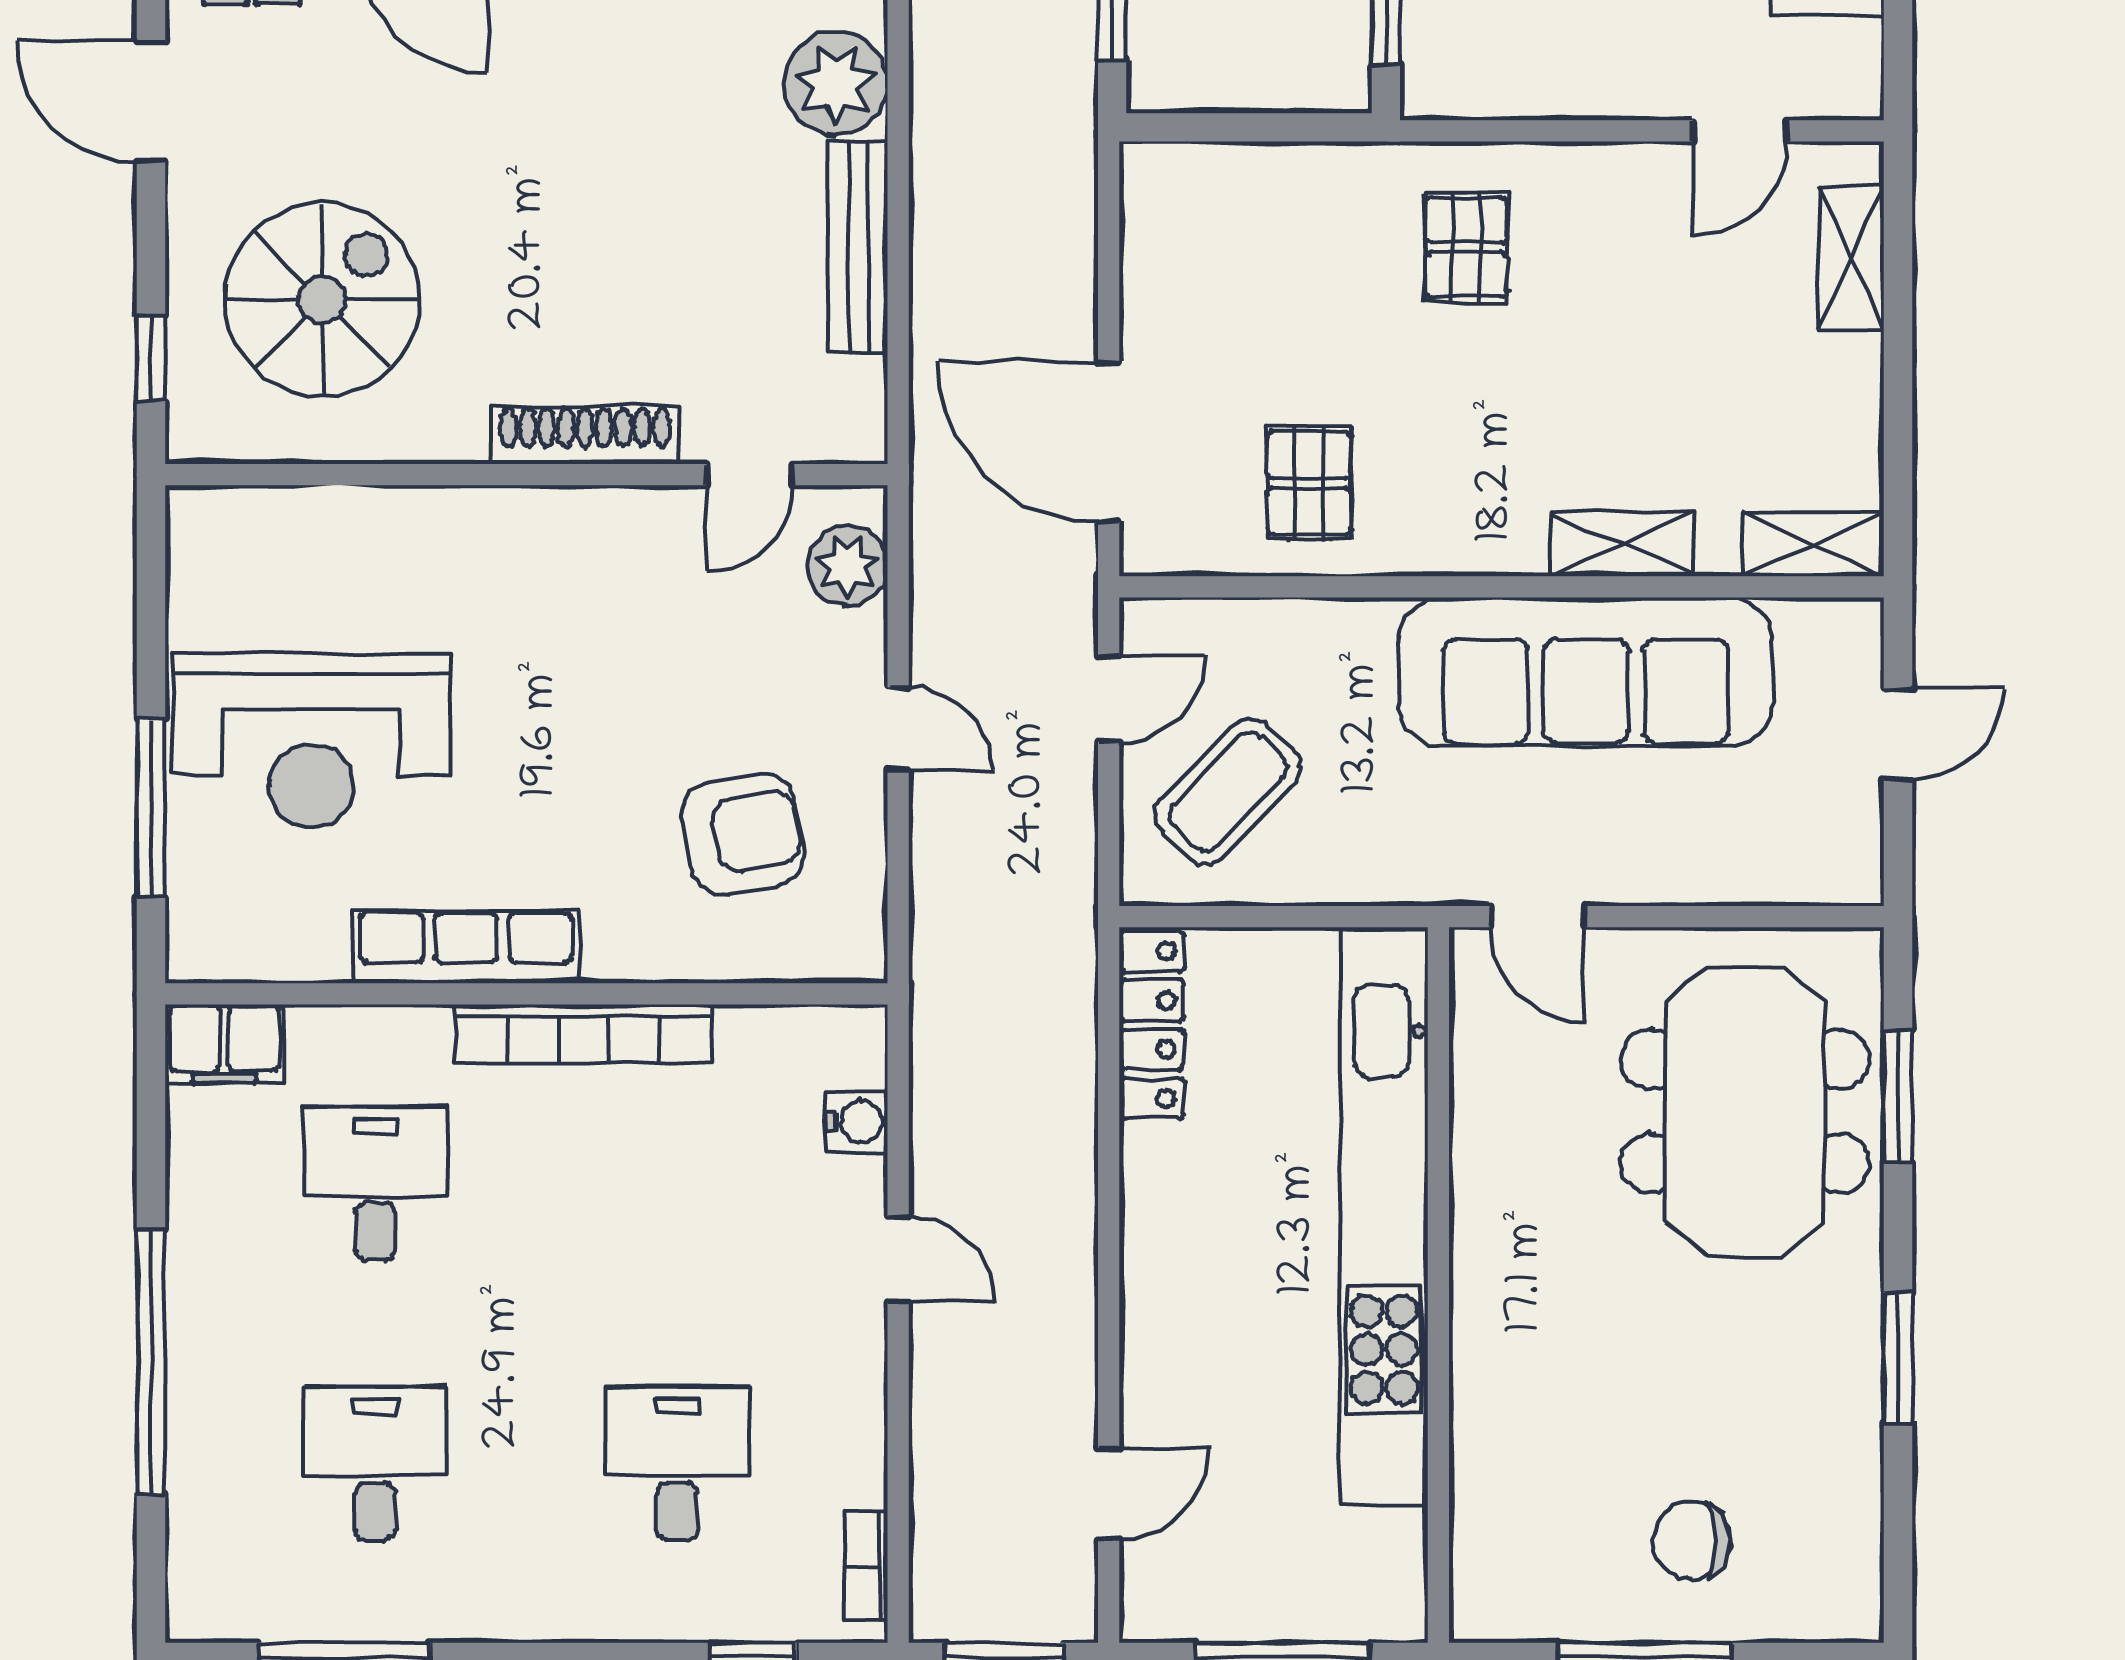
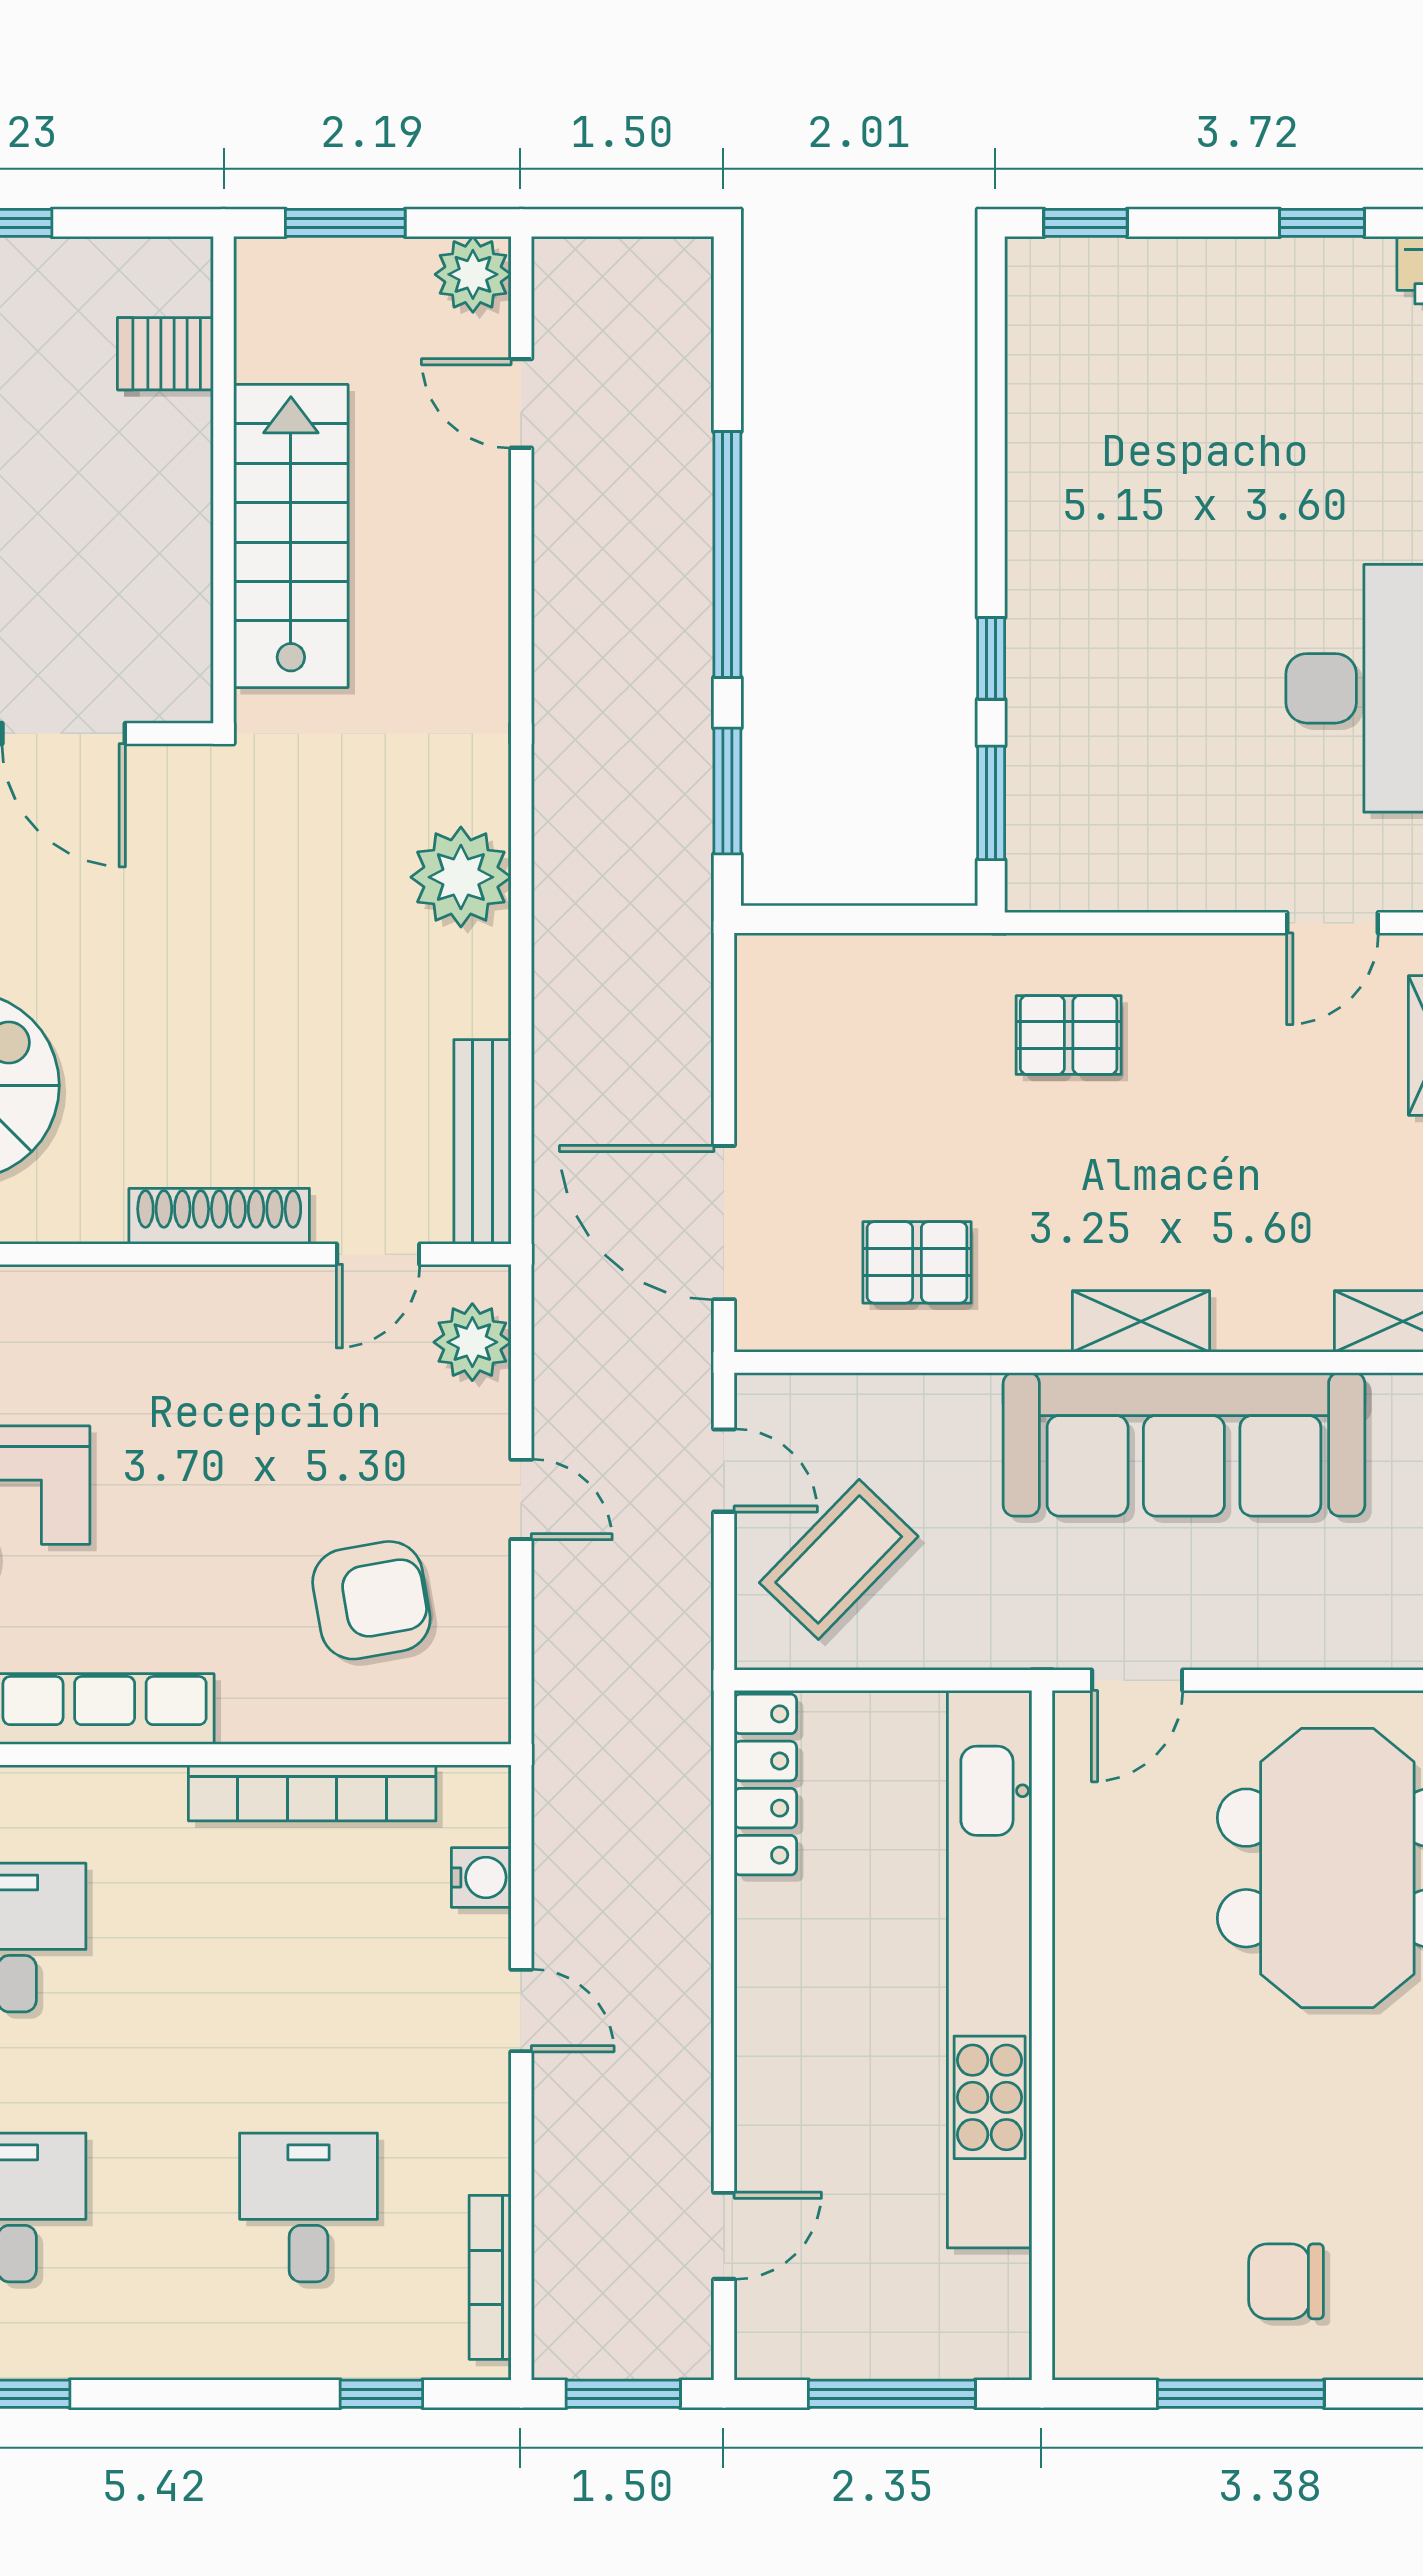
bench: (858, 247) -> (482, 1142), moved
pallet: (1466, 247) -> (1069, 1035), turned 90
pallet: (1309, 483) -> (917, 1262), turned 90
shelving: (1622, 544) -> (1141, 1321), moved
door: (1109, 699) -> (724, 1470), hinge flipped
door: (1537, 917) -> (1137, 1680), hinge flipped
bookcase: (584, 1033) -> (312, 1793), moved
bookcase: (866, 1567) -> (490, 2277), width x1.56

